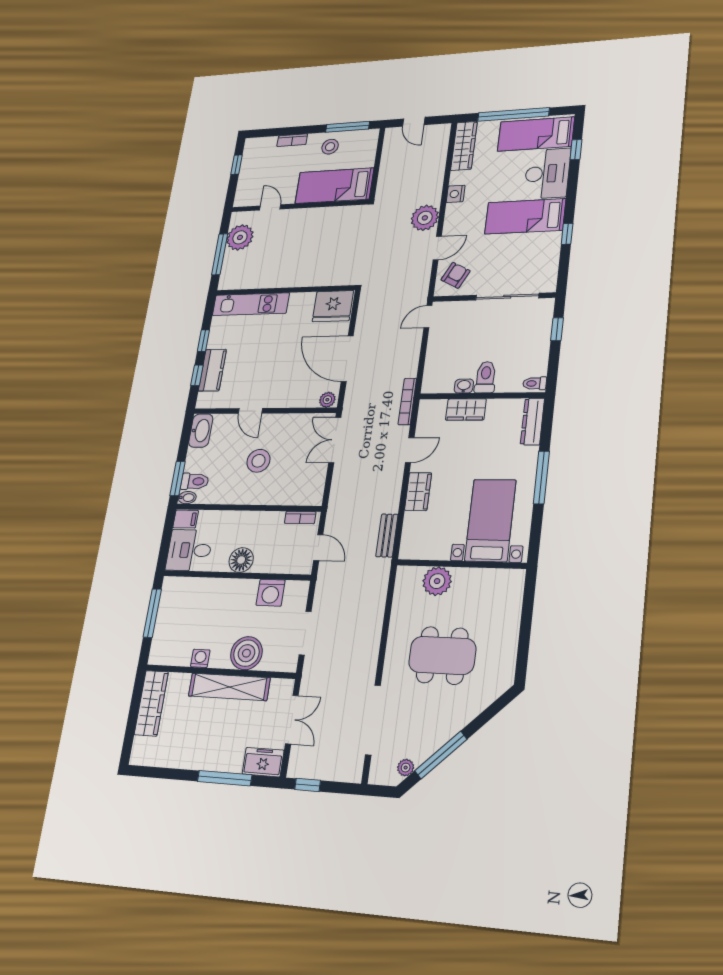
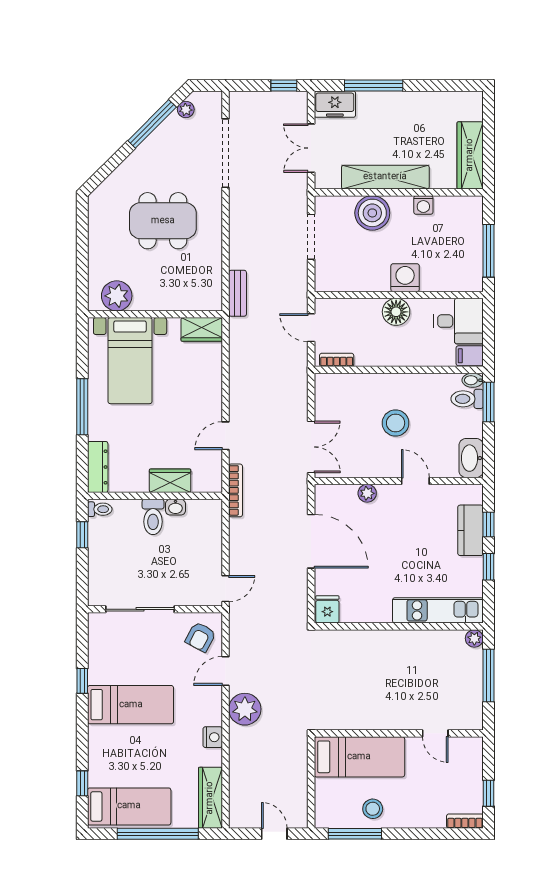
bookcase: (292, 140) -> (465, 821), moved
desk: (547, 174) -> (111, 756), removed
plant: (240, 237) -> (474, 638), moved, width x0.53, depth x0.53
fridge: (333, 306) -> (327, 609), width x0.53, depth x0.75
window: (557, 329) -> (82, 535), moved
plant: (327, 400) -> (367, 493), moved
wardrobe: (418, 492) -> (202, 329), moved, turned -90
bench: (387, 535) -> (238, 293), moved
plant: (437, 581) -> (117, 296), moved
washing machine: (271, 593) -> (405, 278), moved

